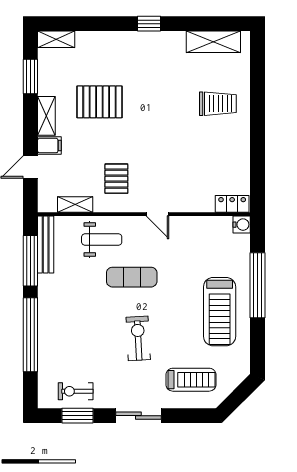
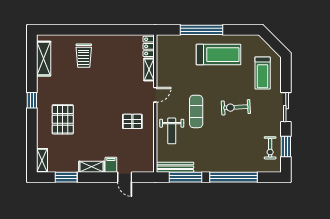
pallet: (99, 102) -> (63, 119), moved
trolley: (218, 104) -> (84, 56), turned 180
shelving: (75, 204) -> (149, 70), moved
water cooler: (242, 225) -> (162, 40), removed
weight bench: (102, 239) -> (172, 131), turned 180
treadmill: (191, 380) -> (263, 73), turned 180

